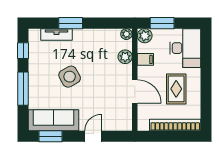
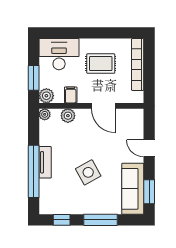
window: (71, 23) -> (34, 171), width x2.11
tv unit: (57, 34) -> (45, 162), moved
door: (135, 91) -> (103, 106), swing flipped

